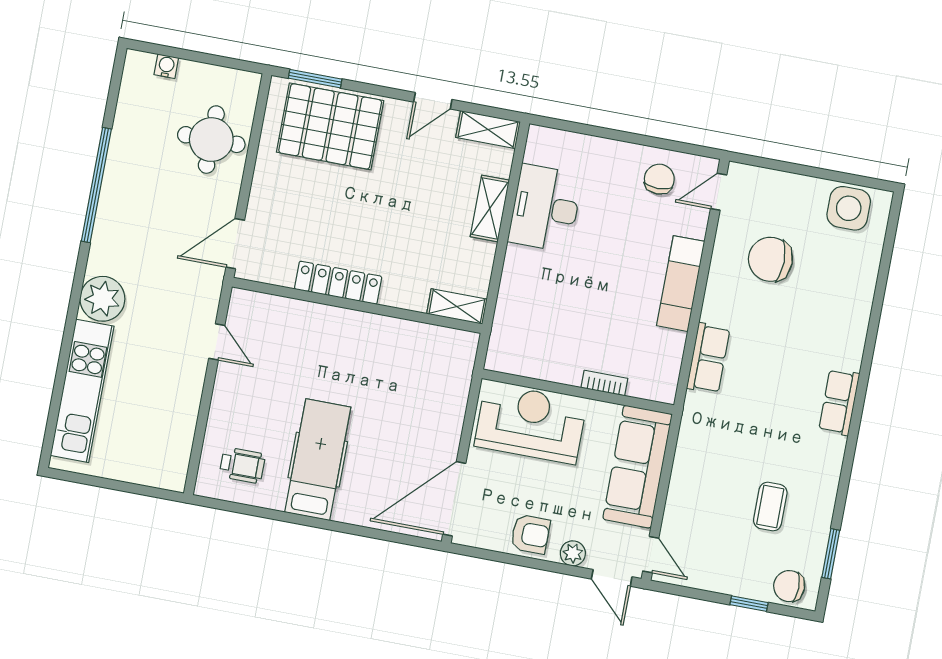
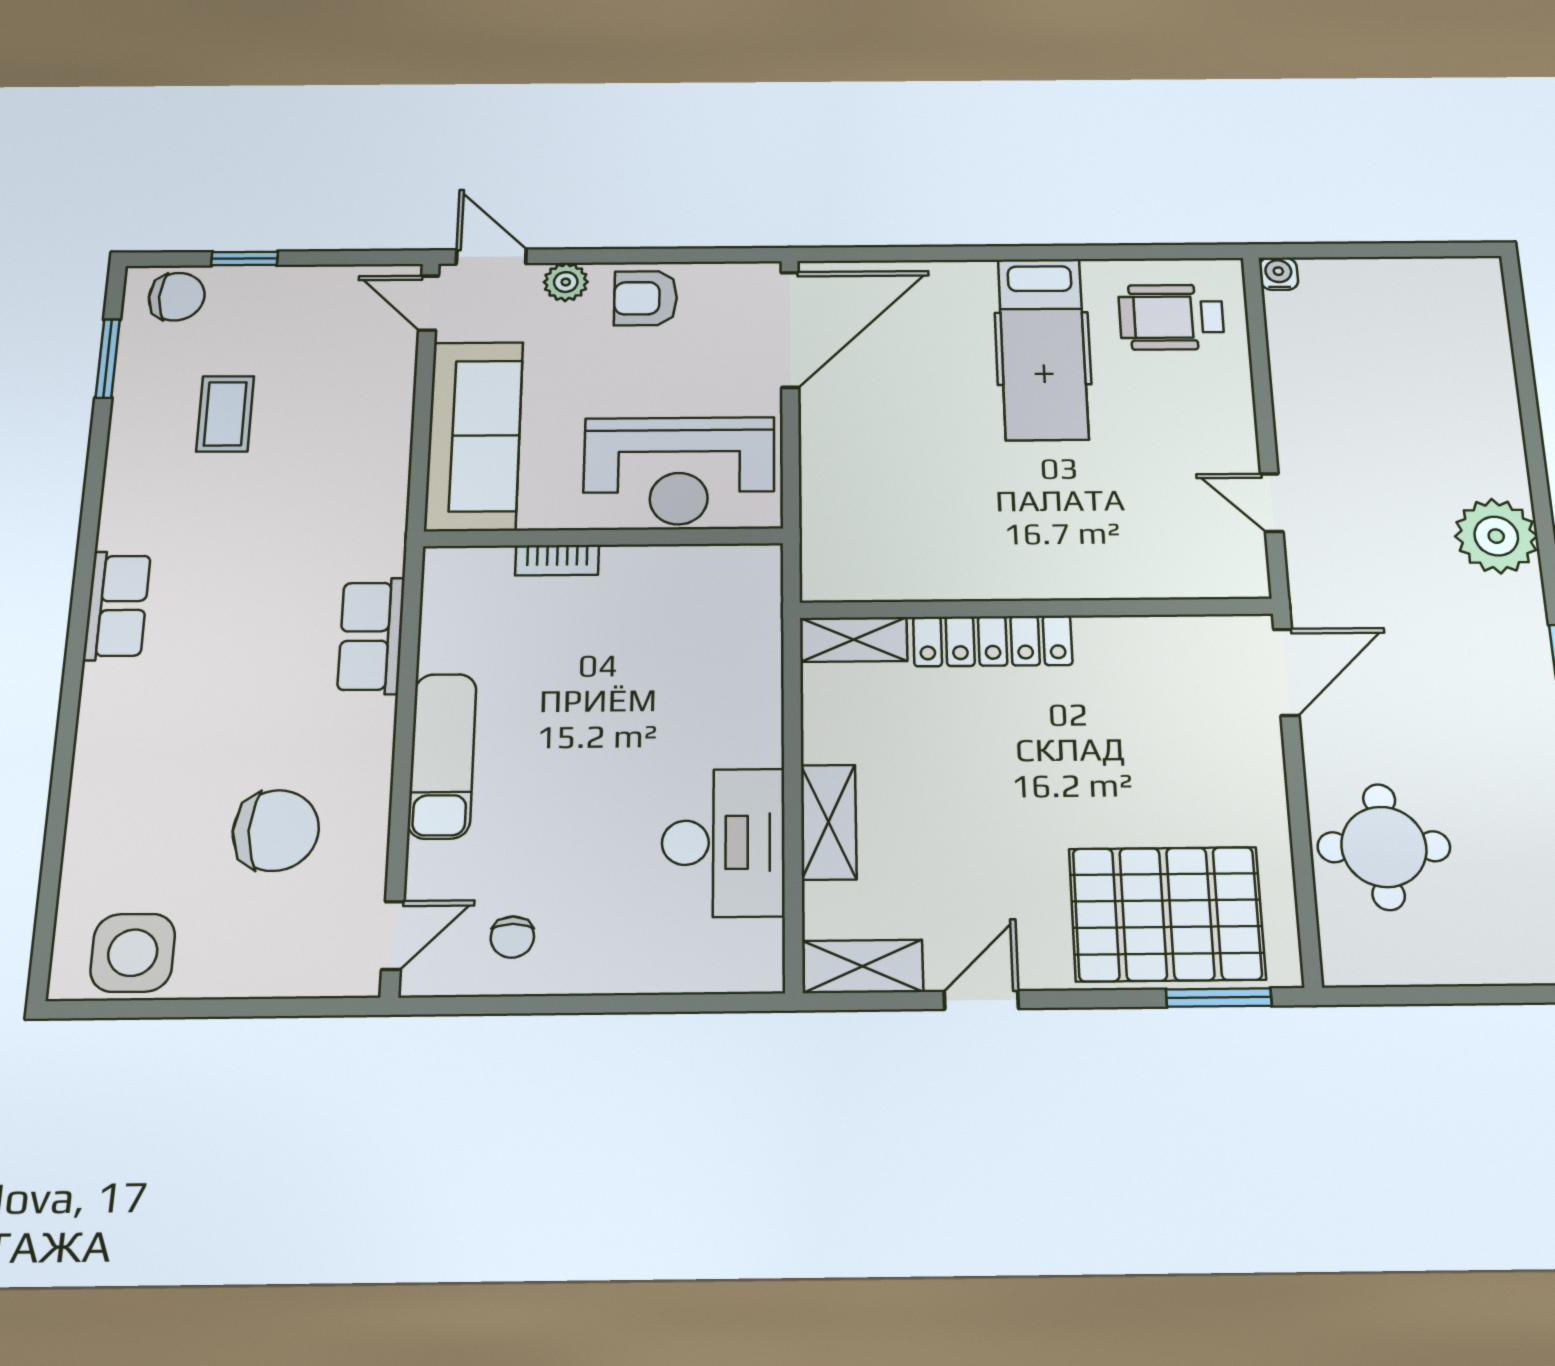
water cooler: (166, 66) -> (1279, 274), moved, turned 180
chair: (659, 179) -> (512, 937), width x0.73, depth x0.73
locker: (338, 283) -> (993, 641), moved
kitchen unit: (82, 391) -> (1483, 383), removed
wheelchair: (242, 465) -> (1171, 317), width x1.36, depth x1.37

